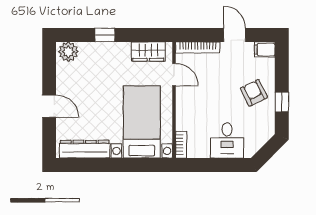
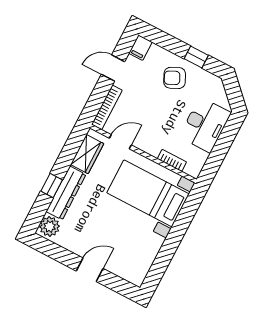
desk: (227, 140) -> (205, 125), width x1.37
bookcase: (181, 145) -> (172, 160), moved
dresser: (85, 149) -> (66, 193), moved, turned 180

